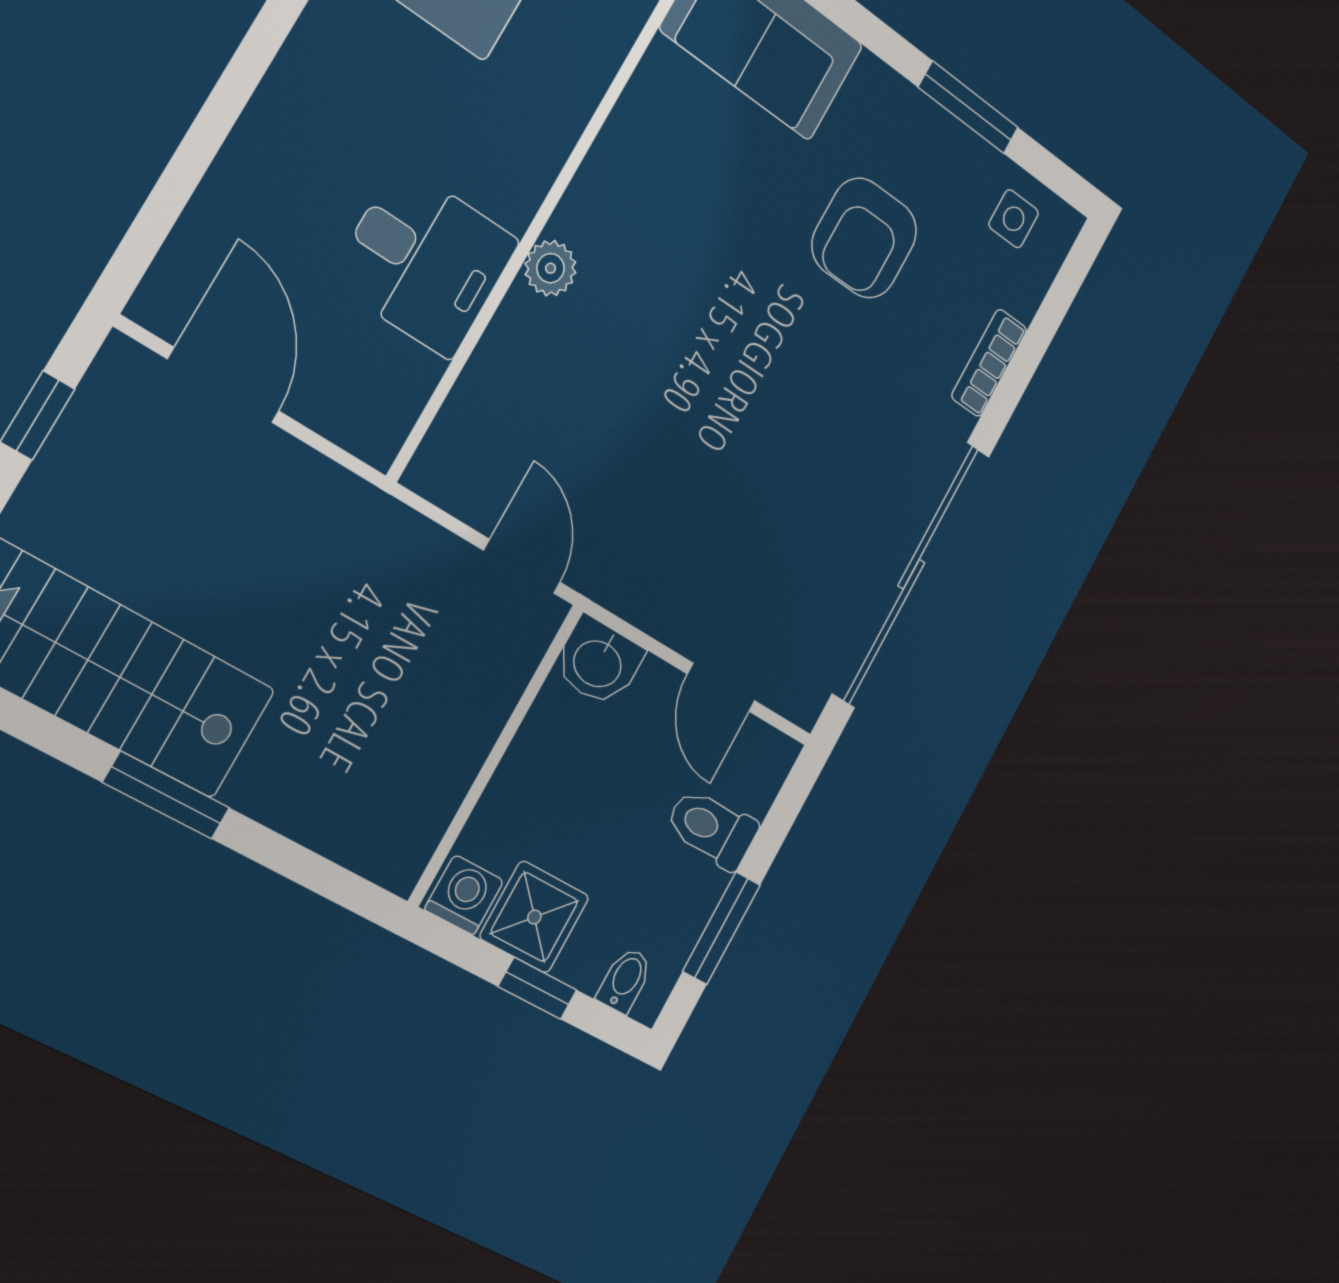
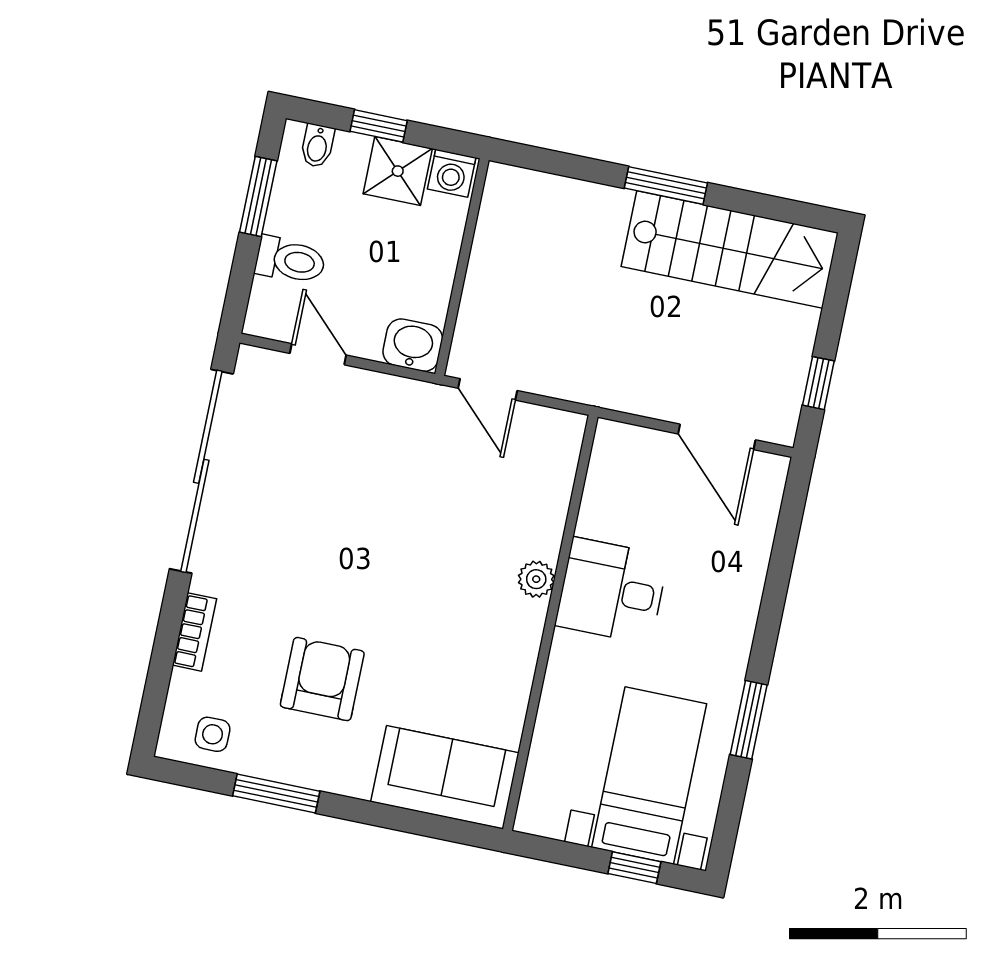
desk: (425, 261) -> (612, 591), moved

